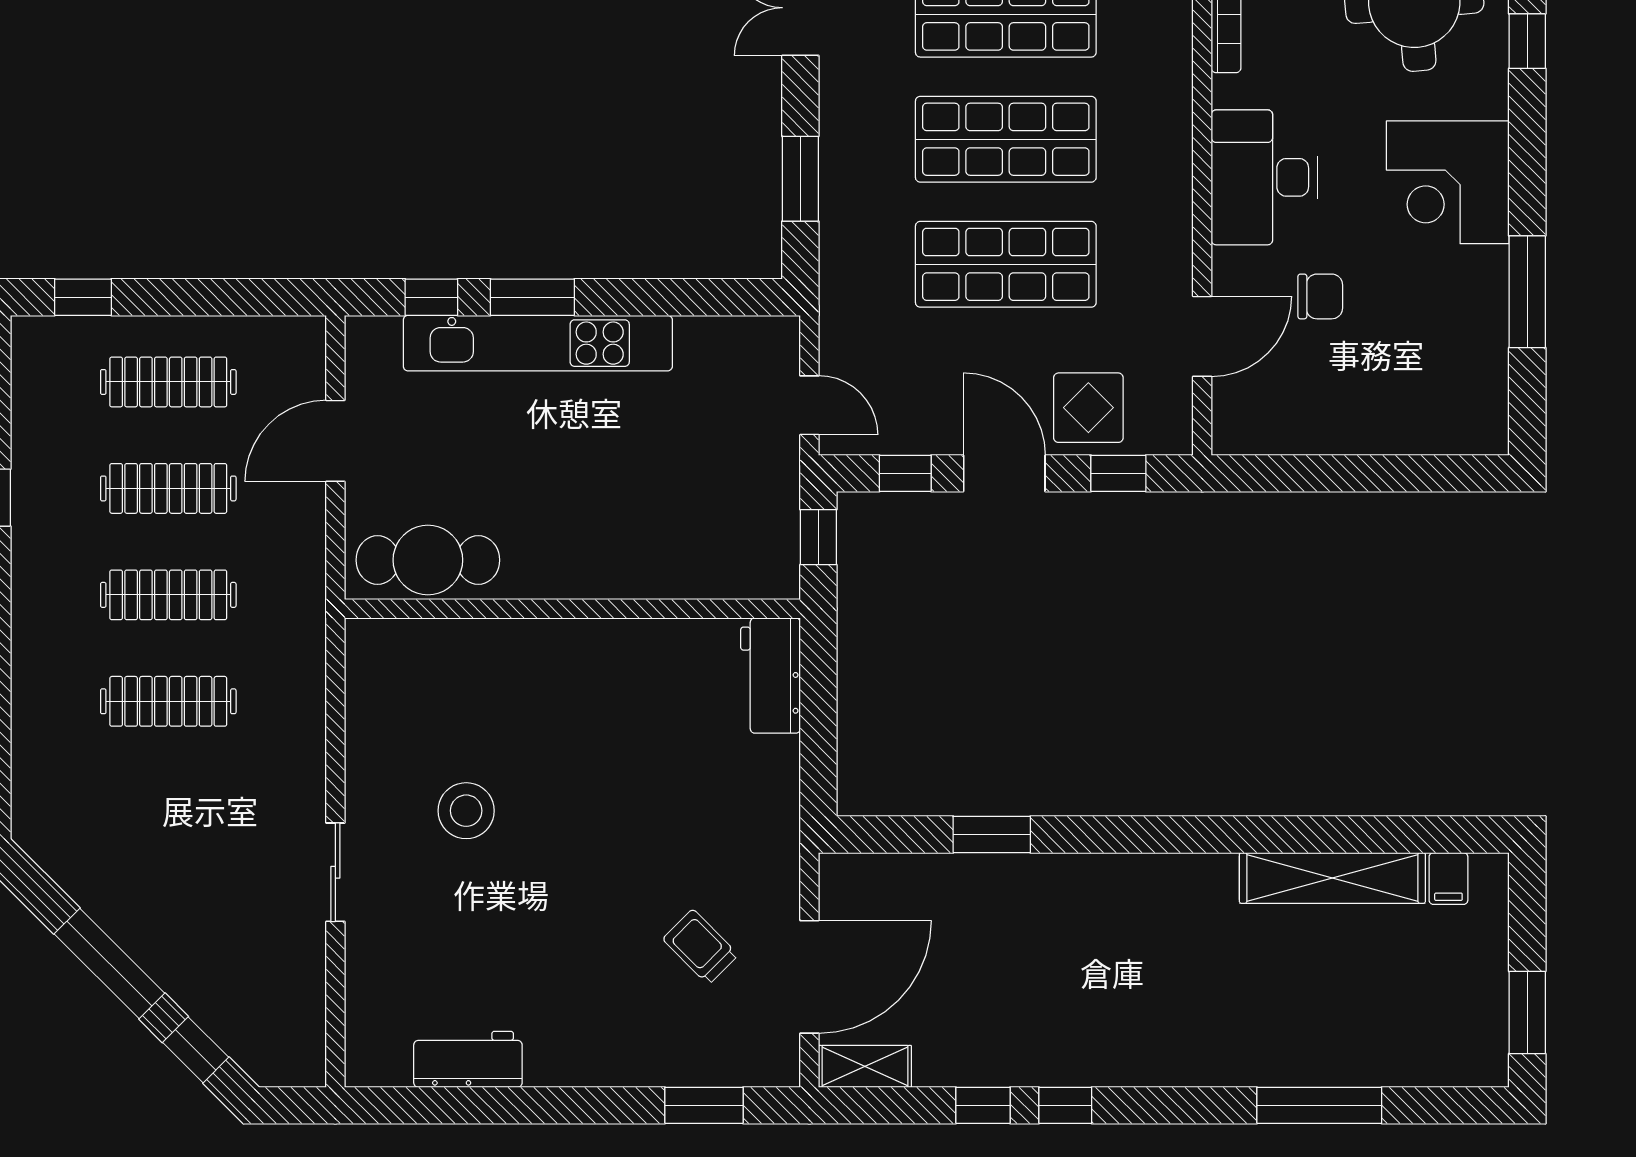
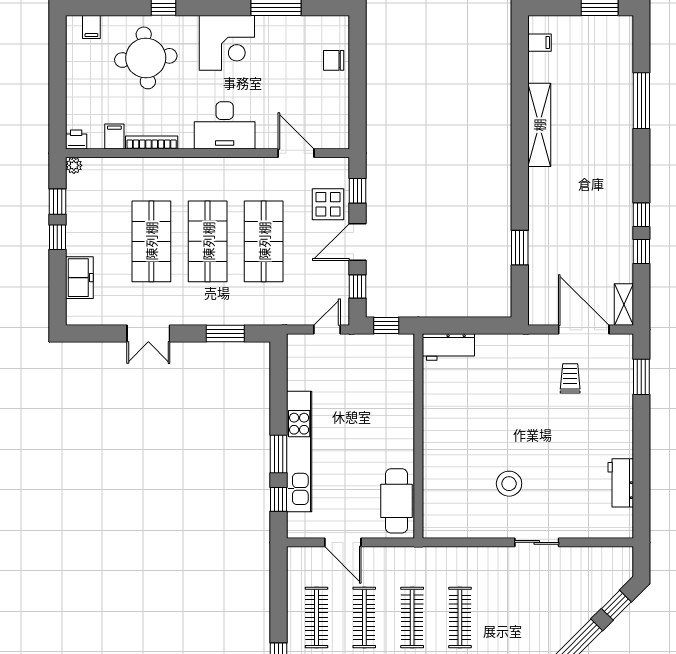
chair: (1320, 296) -> (334, 60), moved, turned -90
shelving: (1332, 878) -> (539, 125), moved
trolley: (700, 947) -> (570, 378), turned 135

